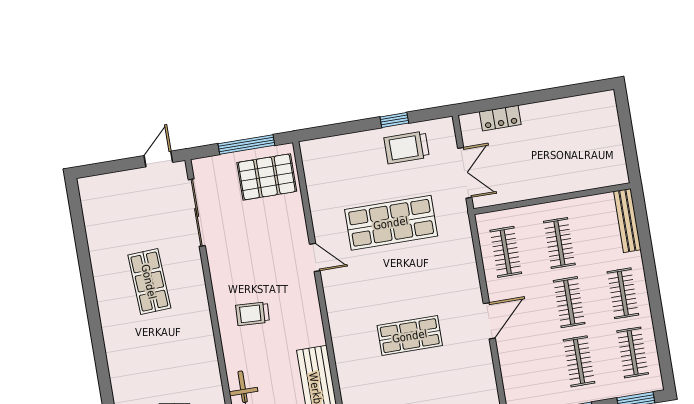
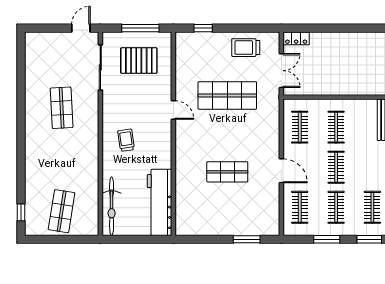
locker: (500, 118) -> (296, 38), moved
window: (394, 120) -> (203, 28), moved
pallet: (267, 177) -> (139, 61), moved
clothes rail: (623, 293) -> (300, 207), moved
trolley: (253, 314) -> (126, 140), turned 79
door: (489, 321) -> (281, 171), hinge flipped

